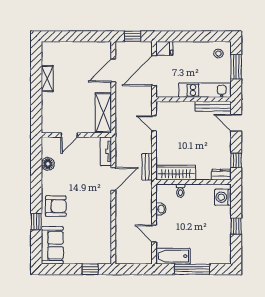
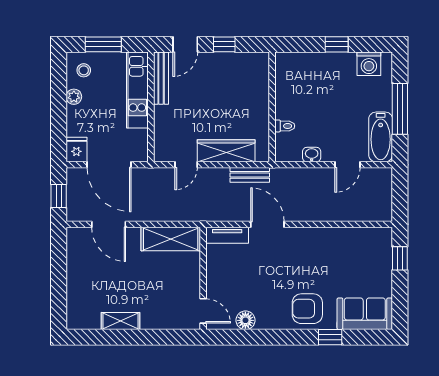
plant: (200, 47) -> (74, 97), added
door: (69, 135) -> (203, 311), moved
window: (236, 160) -> (224, 44), moved
wardrobe: (176, 173) -> (226, 151), moved, turned 90
dresser: (221, 175) -> (261, 66), removed
washing machine: (223, 197) -> (369, 64), moved
armchair: (56, 206) -> (307, 309), turned -90

